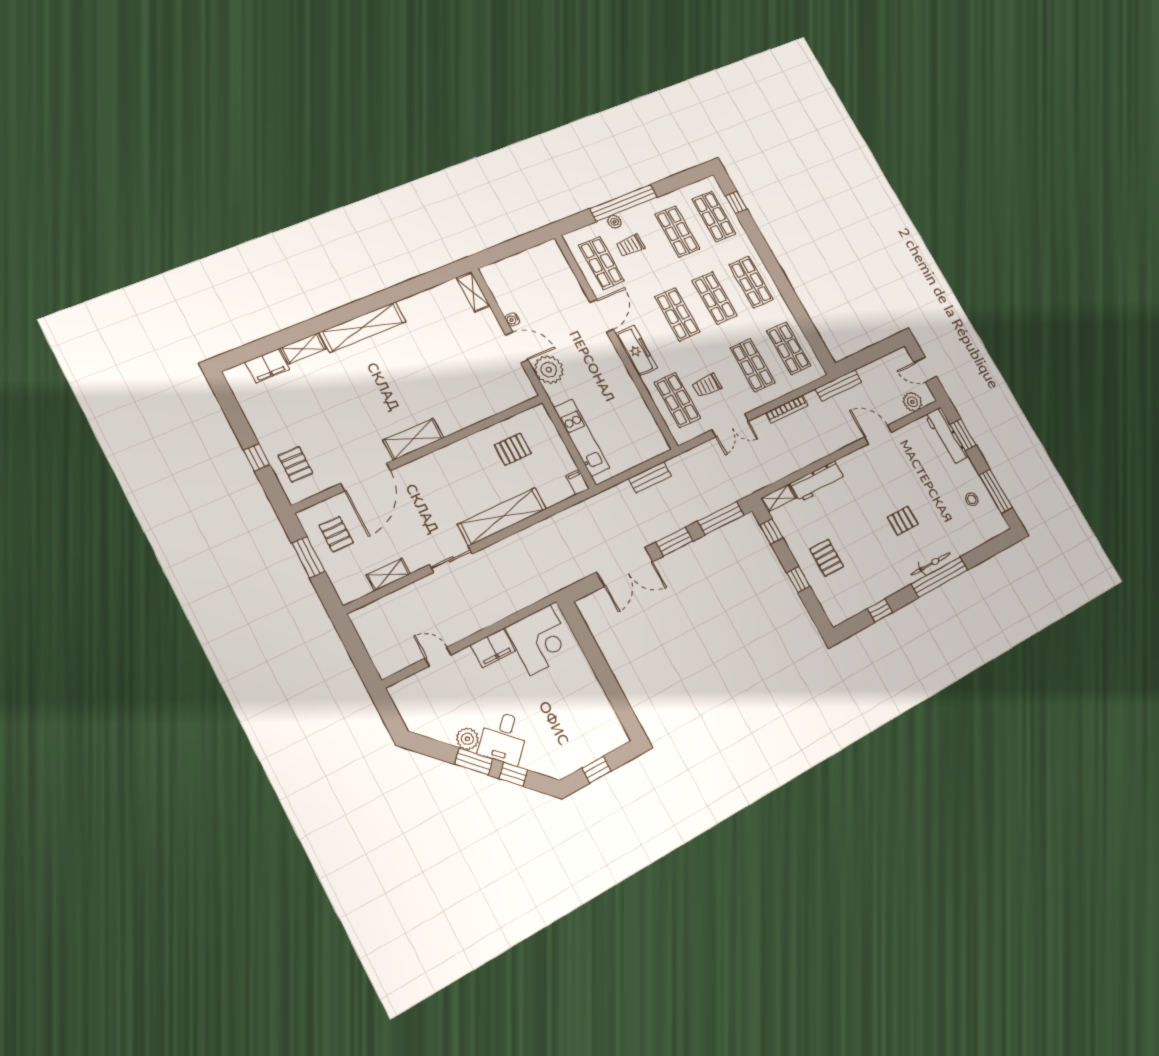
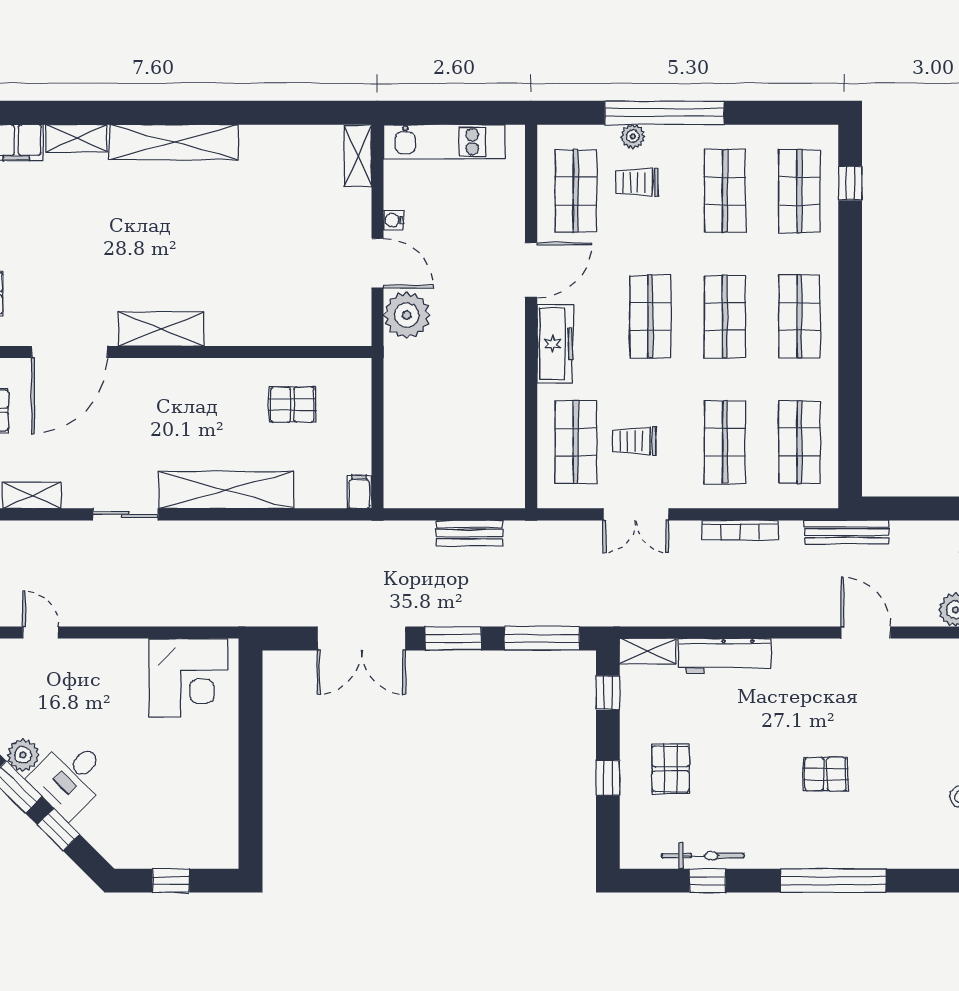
kitchen unit: (582, 438) -> (444, 142), moved, turned 90
bicycle: (931, 564) -> (703, 856), moved
filing cabinet: (493, 648) -> (119, 657), removed

